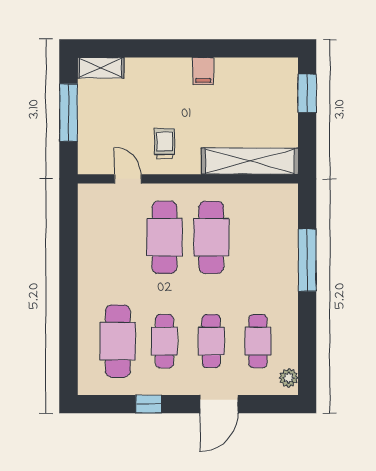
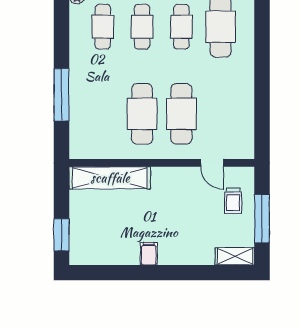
trolley: (165, 144) -> (233, 201), moved

